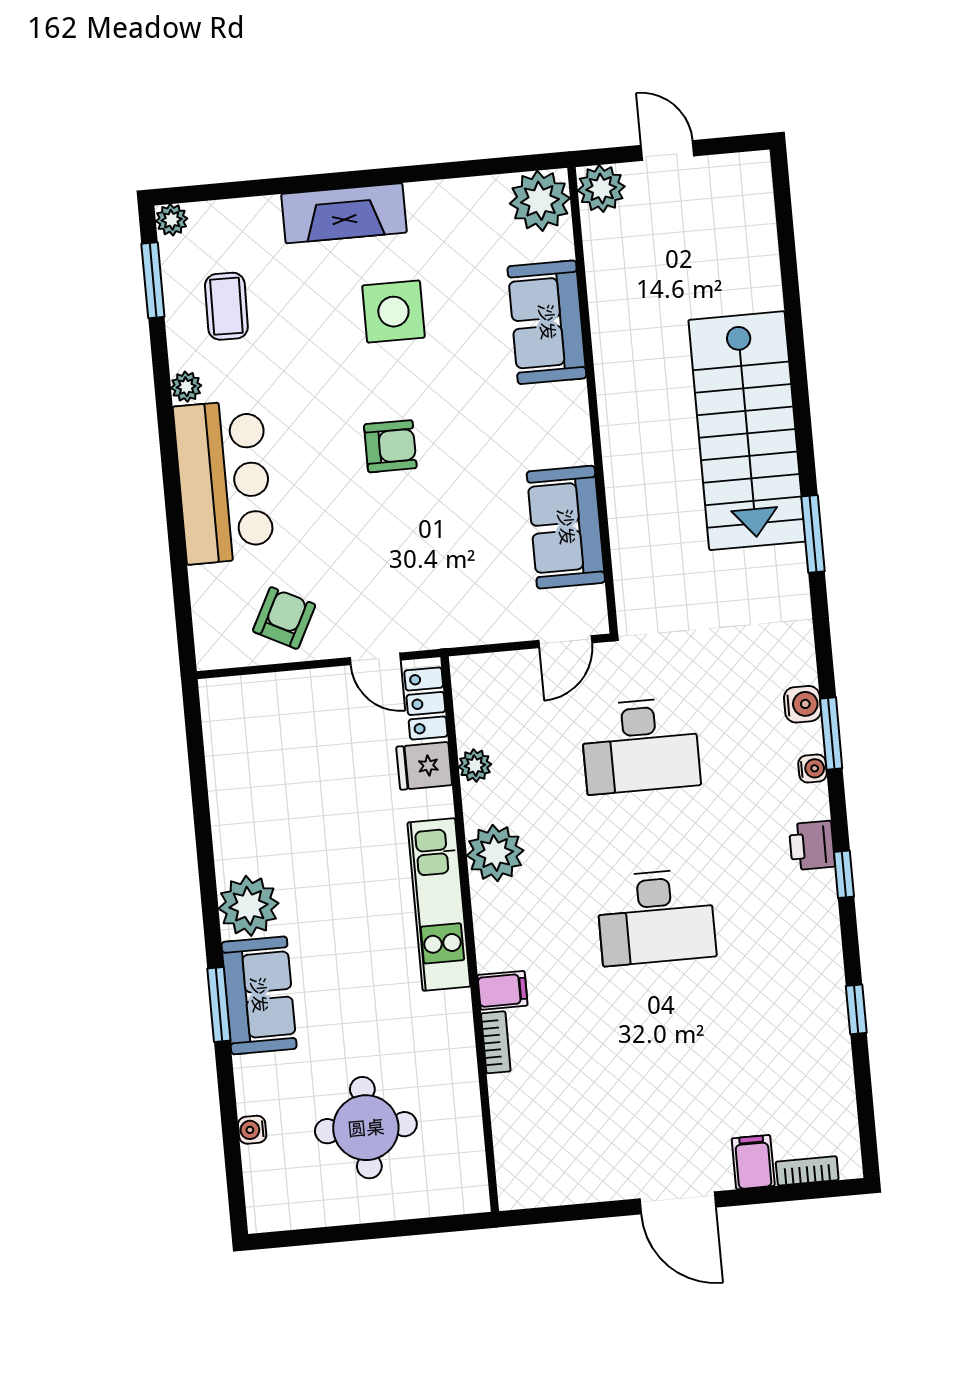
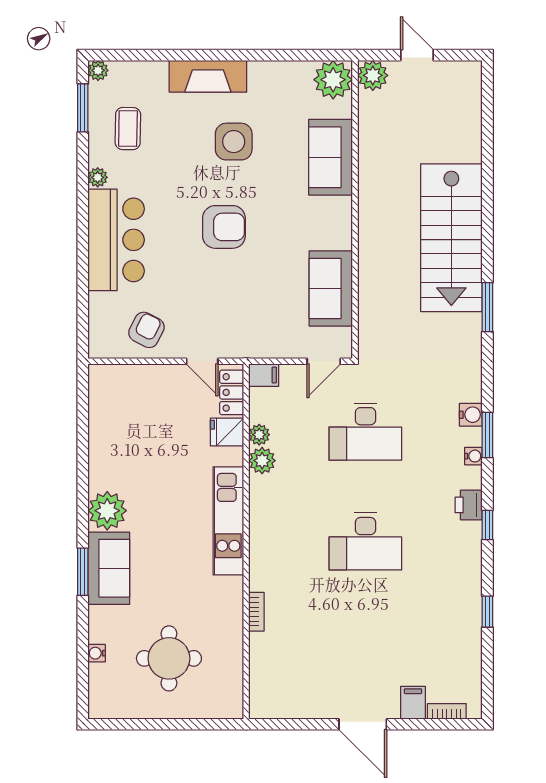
armchair: (390, 446) -> (224, 227), width x1.38, depth x1.38
plant: (495, 853) -> (262, 461), moved, width x0.73, depth x0.73
filing cabinet: (503, 990) -> (264, 375), moved

